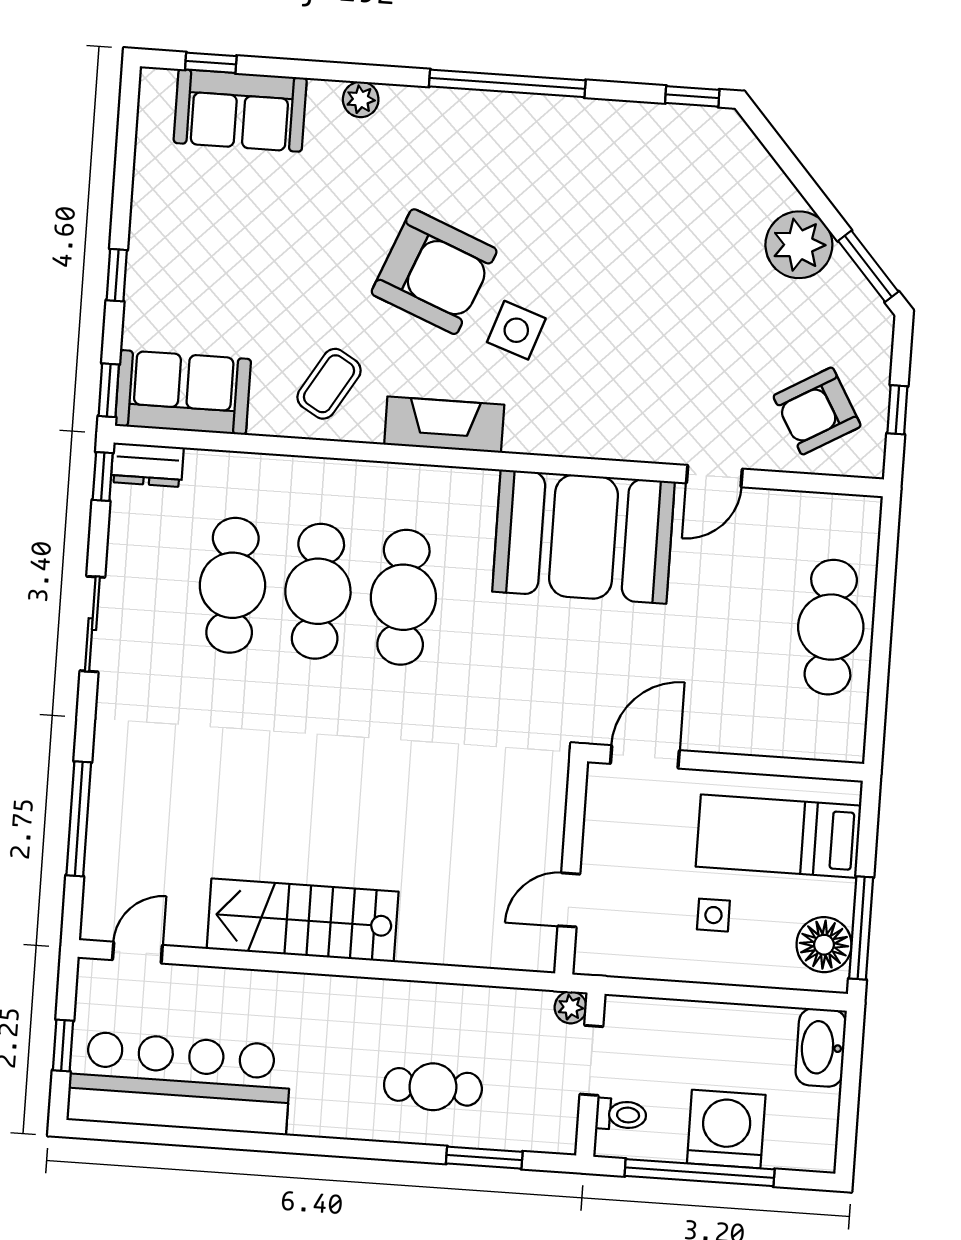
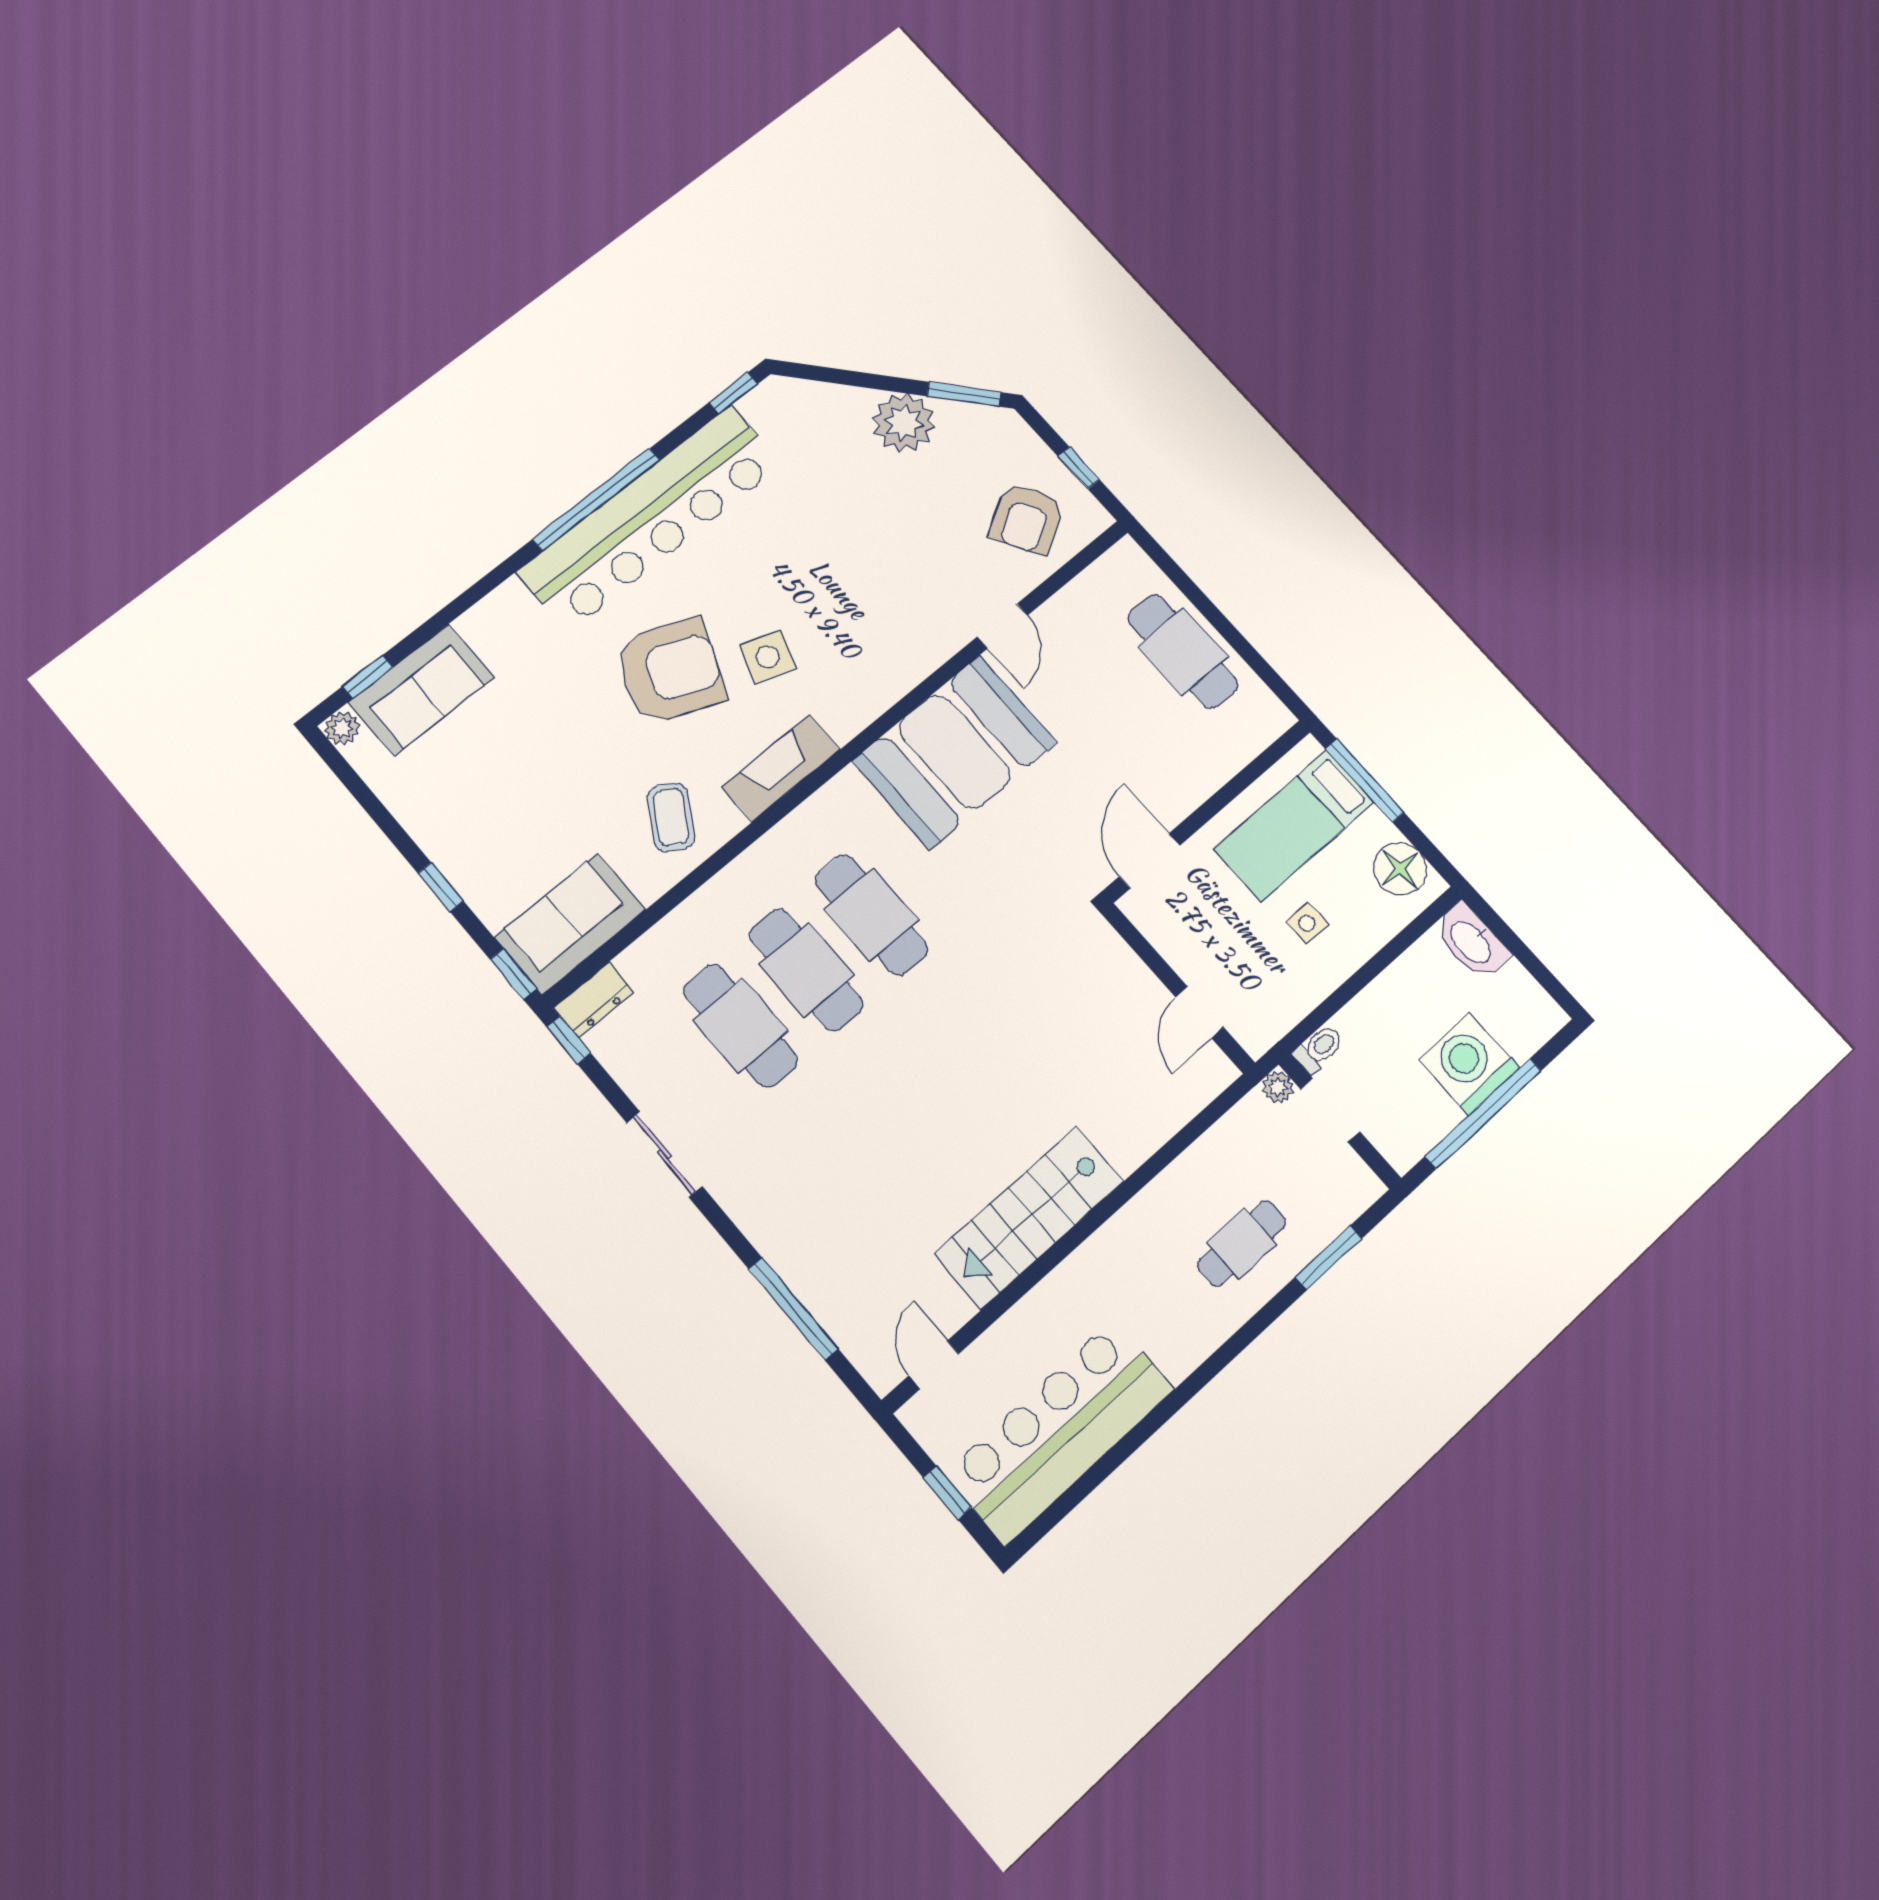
plant: (361, 99) -> (342, 728), moved
bar counter: (534, 137) -> (651, 518), added
window: (861, 928) -> (1365, 780), moved
toilet: (621, 1115) -> (1319, 1049), moved

